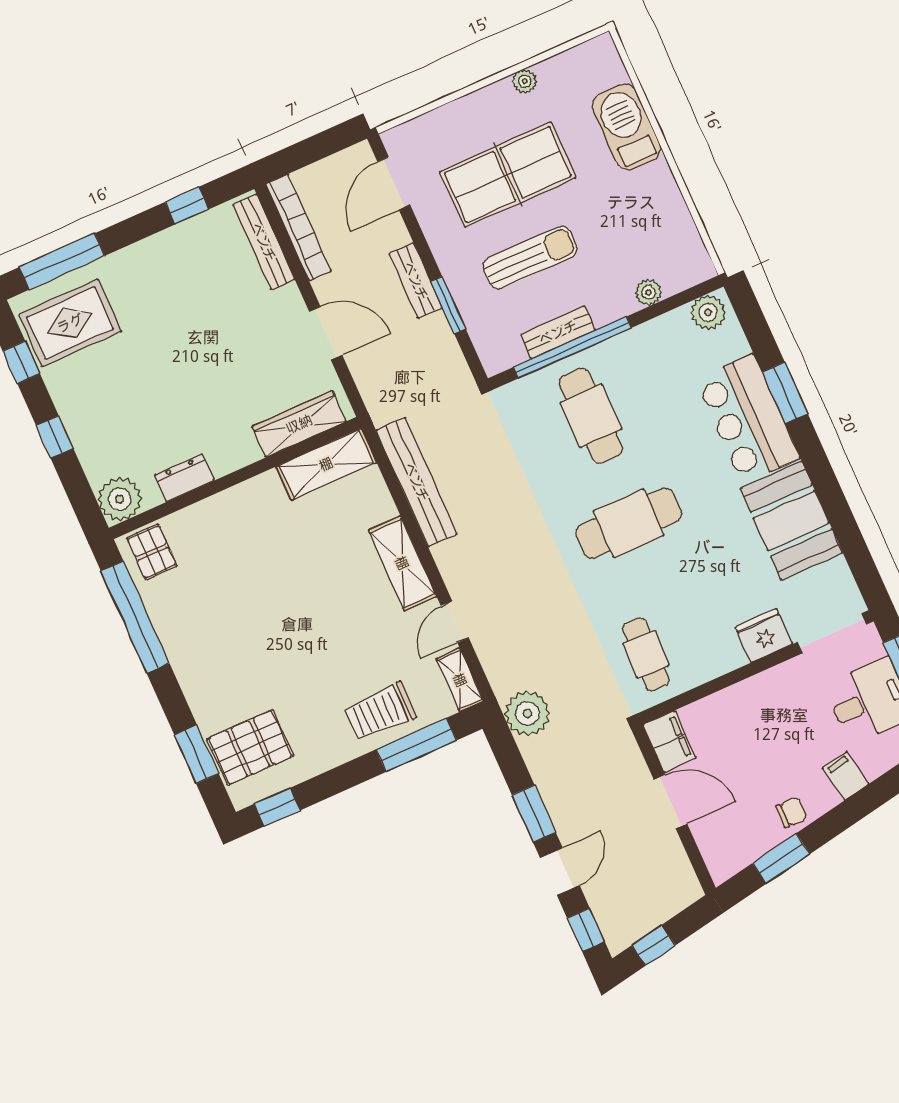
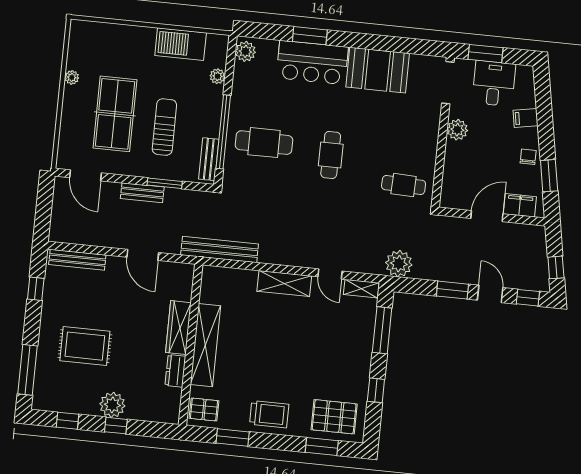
barbecue: (626, 127) -> (181, 44), moved
bookcase: (298, 228) -> (80, 238), removed
rug: (70, 323) -> (85, 346), moved, turned 90
bench: (558, 332) -> (209, 159), moved
door: (326, 333) -> (143, 255), swing flipped
wardrobe: (299, 424) -> (178, 328), moved
shelving: (326, 464) -> (205, 345), moved, width x1.47
bench: (417, 482) -> (220, 249), moved
plant: (120, 499) -> (112, 405), moved
cafe table: (629, 523) -> (331, 155), width x0.73, depth x0.74
window: (135, 617) -> (233, 437), width x0.47
fridge: (764, 636) -> (429, 119), removed
plant: (771, 686) -> (457, 130), added
trolley: (380, 712) -> (269, 414), moved, turned -90
filing cabinet: (669, 741) -> (520, 205), moved
pallet: (250, 747) -> (334, 417), turned 90
window: (277, 807) -> (376, 390), moved

